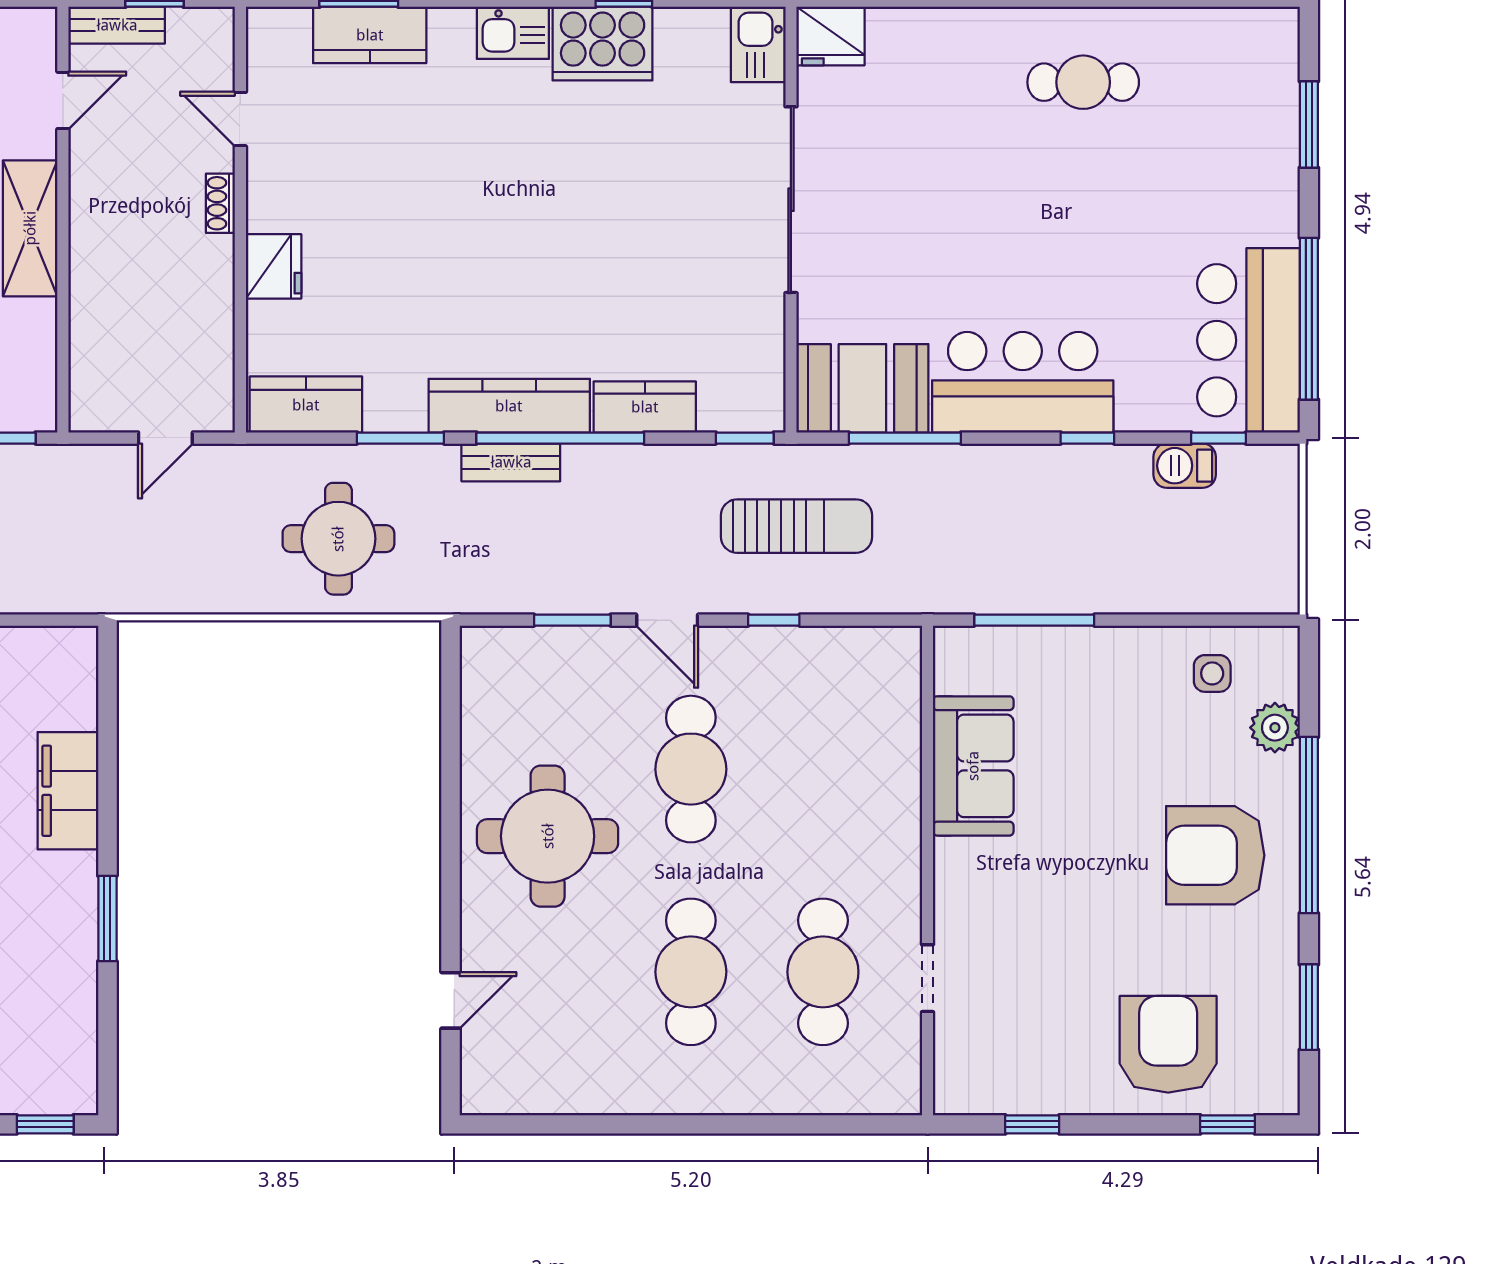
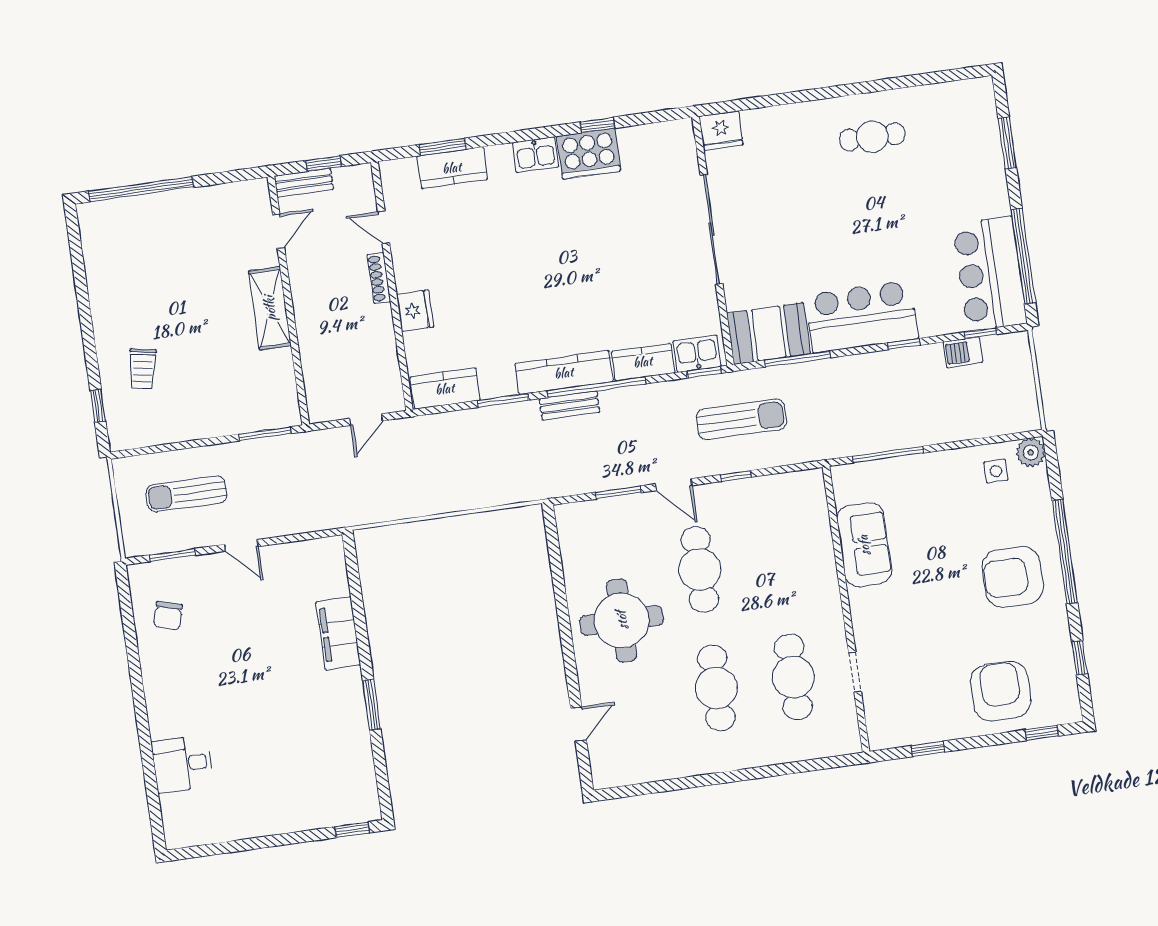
kitchen sink: (758, 44) -> (697, 354), moved, turned 90
shoe rack: (220, 203) -> (379, 278), width x1.43
round table: (338, 539) -> (475, 464), removed
plant: (1275, 728) -> (1031, 453), moved
window: (1309, 1007) -> (1080, 658), width x0.67

